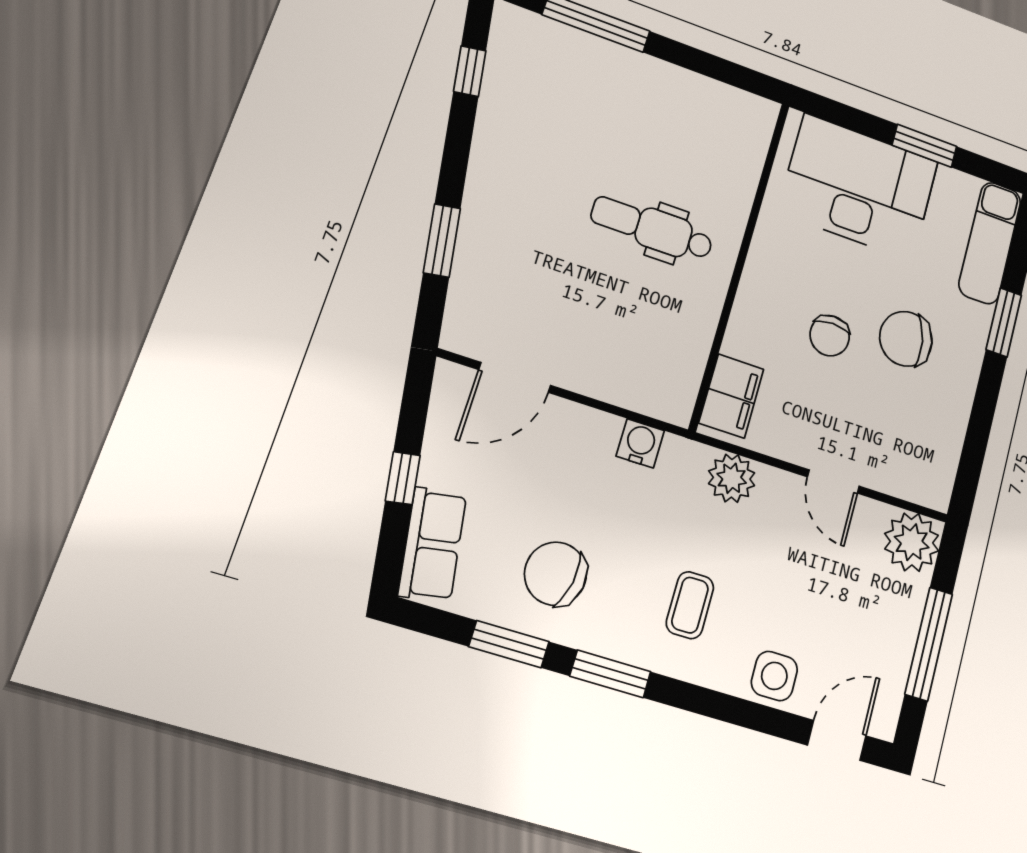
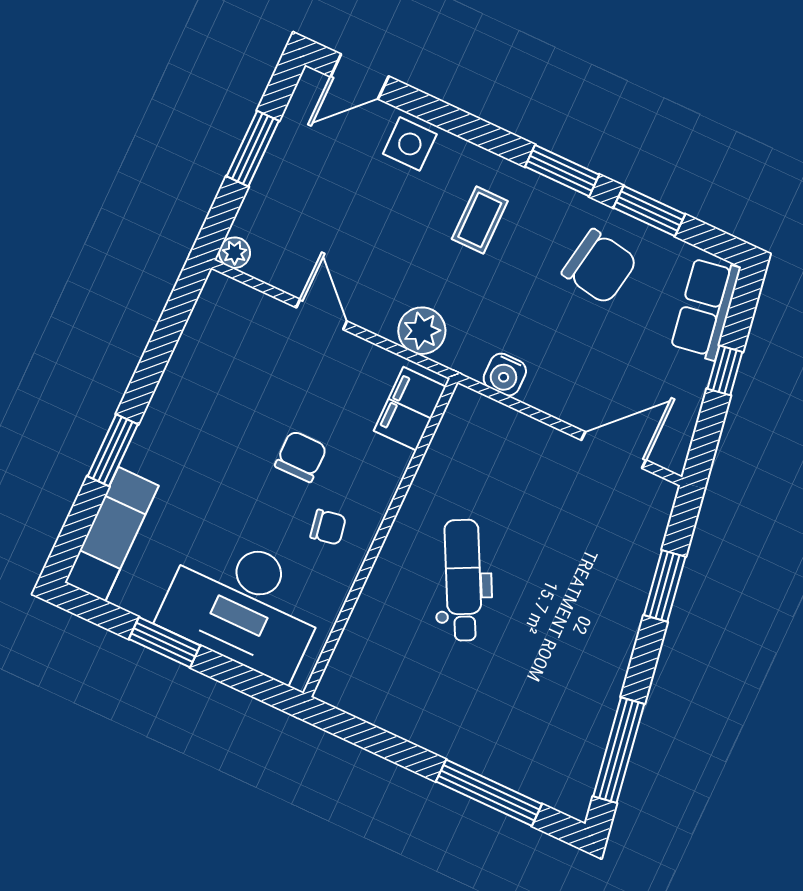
window: (470, 71) -> (619, 750), width x2.17
dental chair: (652, 228) -> (463, 580), turned -117
chair: (906, 339) -> (328, 527), moved, width x0.54, depth x0.54
plant: (912, 542) -> (235, 253), width x0.53, depth x0.53
window: (929, 644) -> (253, 149), width x0.69

